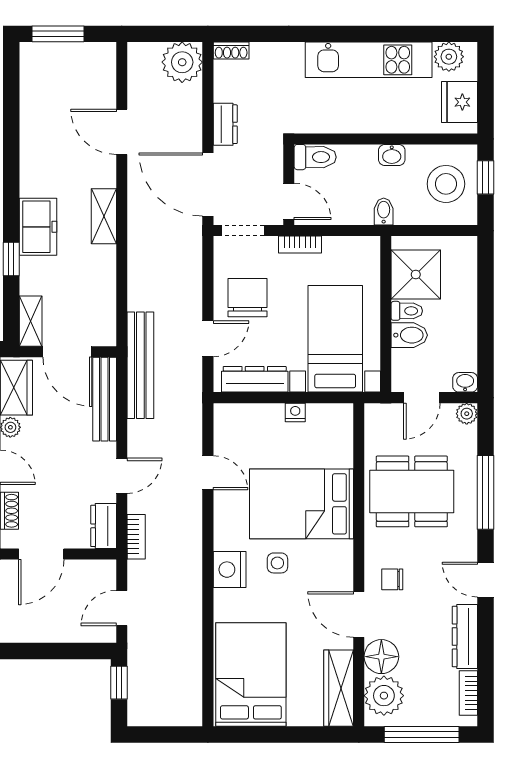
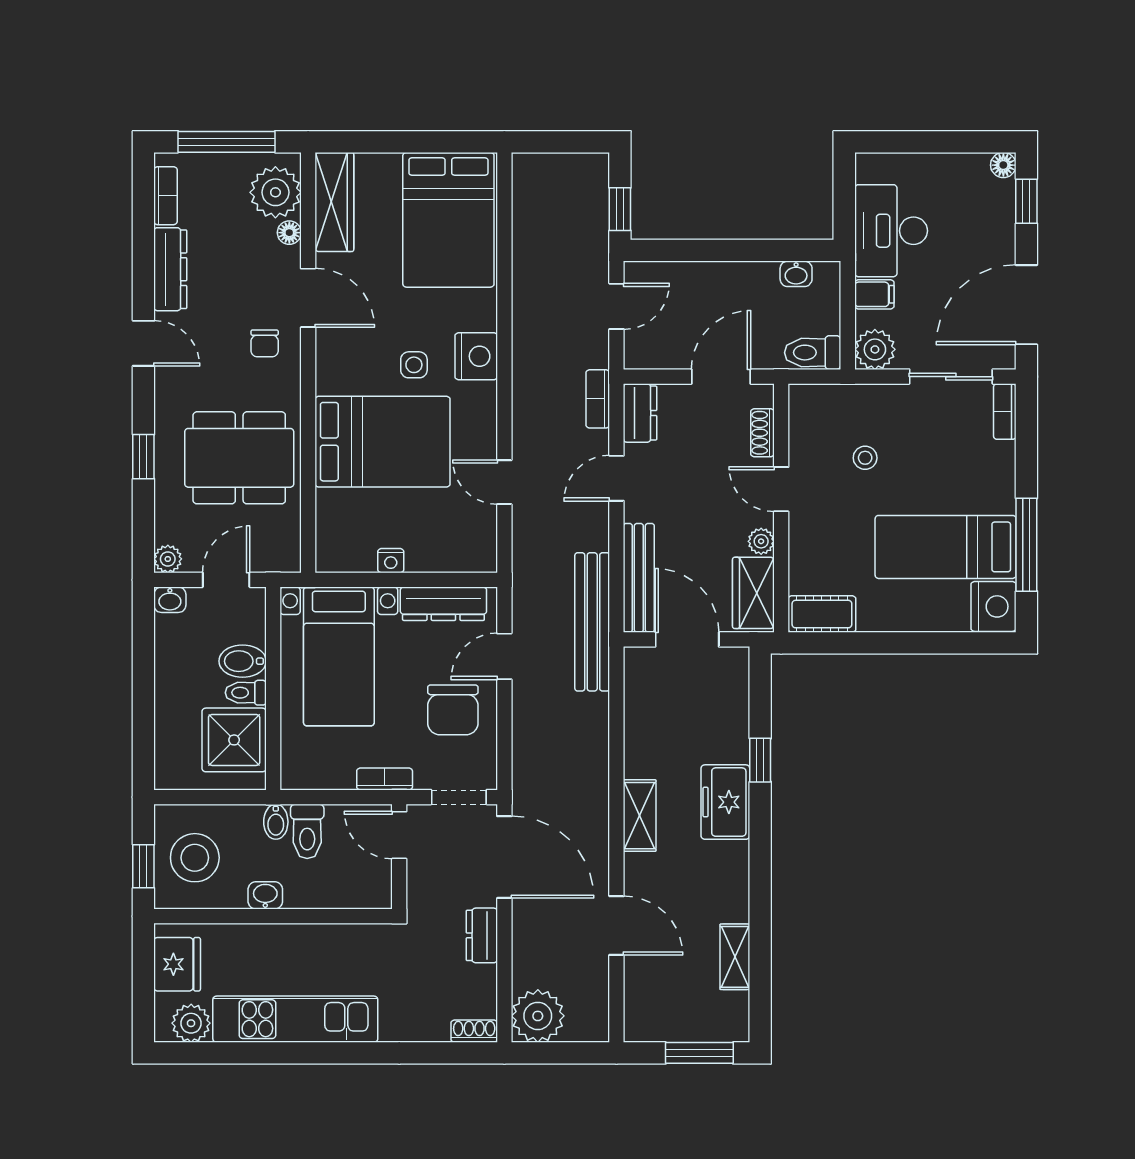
toilet: (315, 157) -> (307, 831), moved, turned -90
shelving: (31, 321) -> (735, 957), moved
window: (485, 492) -> (143, 457), width x0.46
chair: (392, 579) -> (265, 343), turned 90
floor lamp: (381, 657) -> (289, 233), width x0.53, depth x0.53

